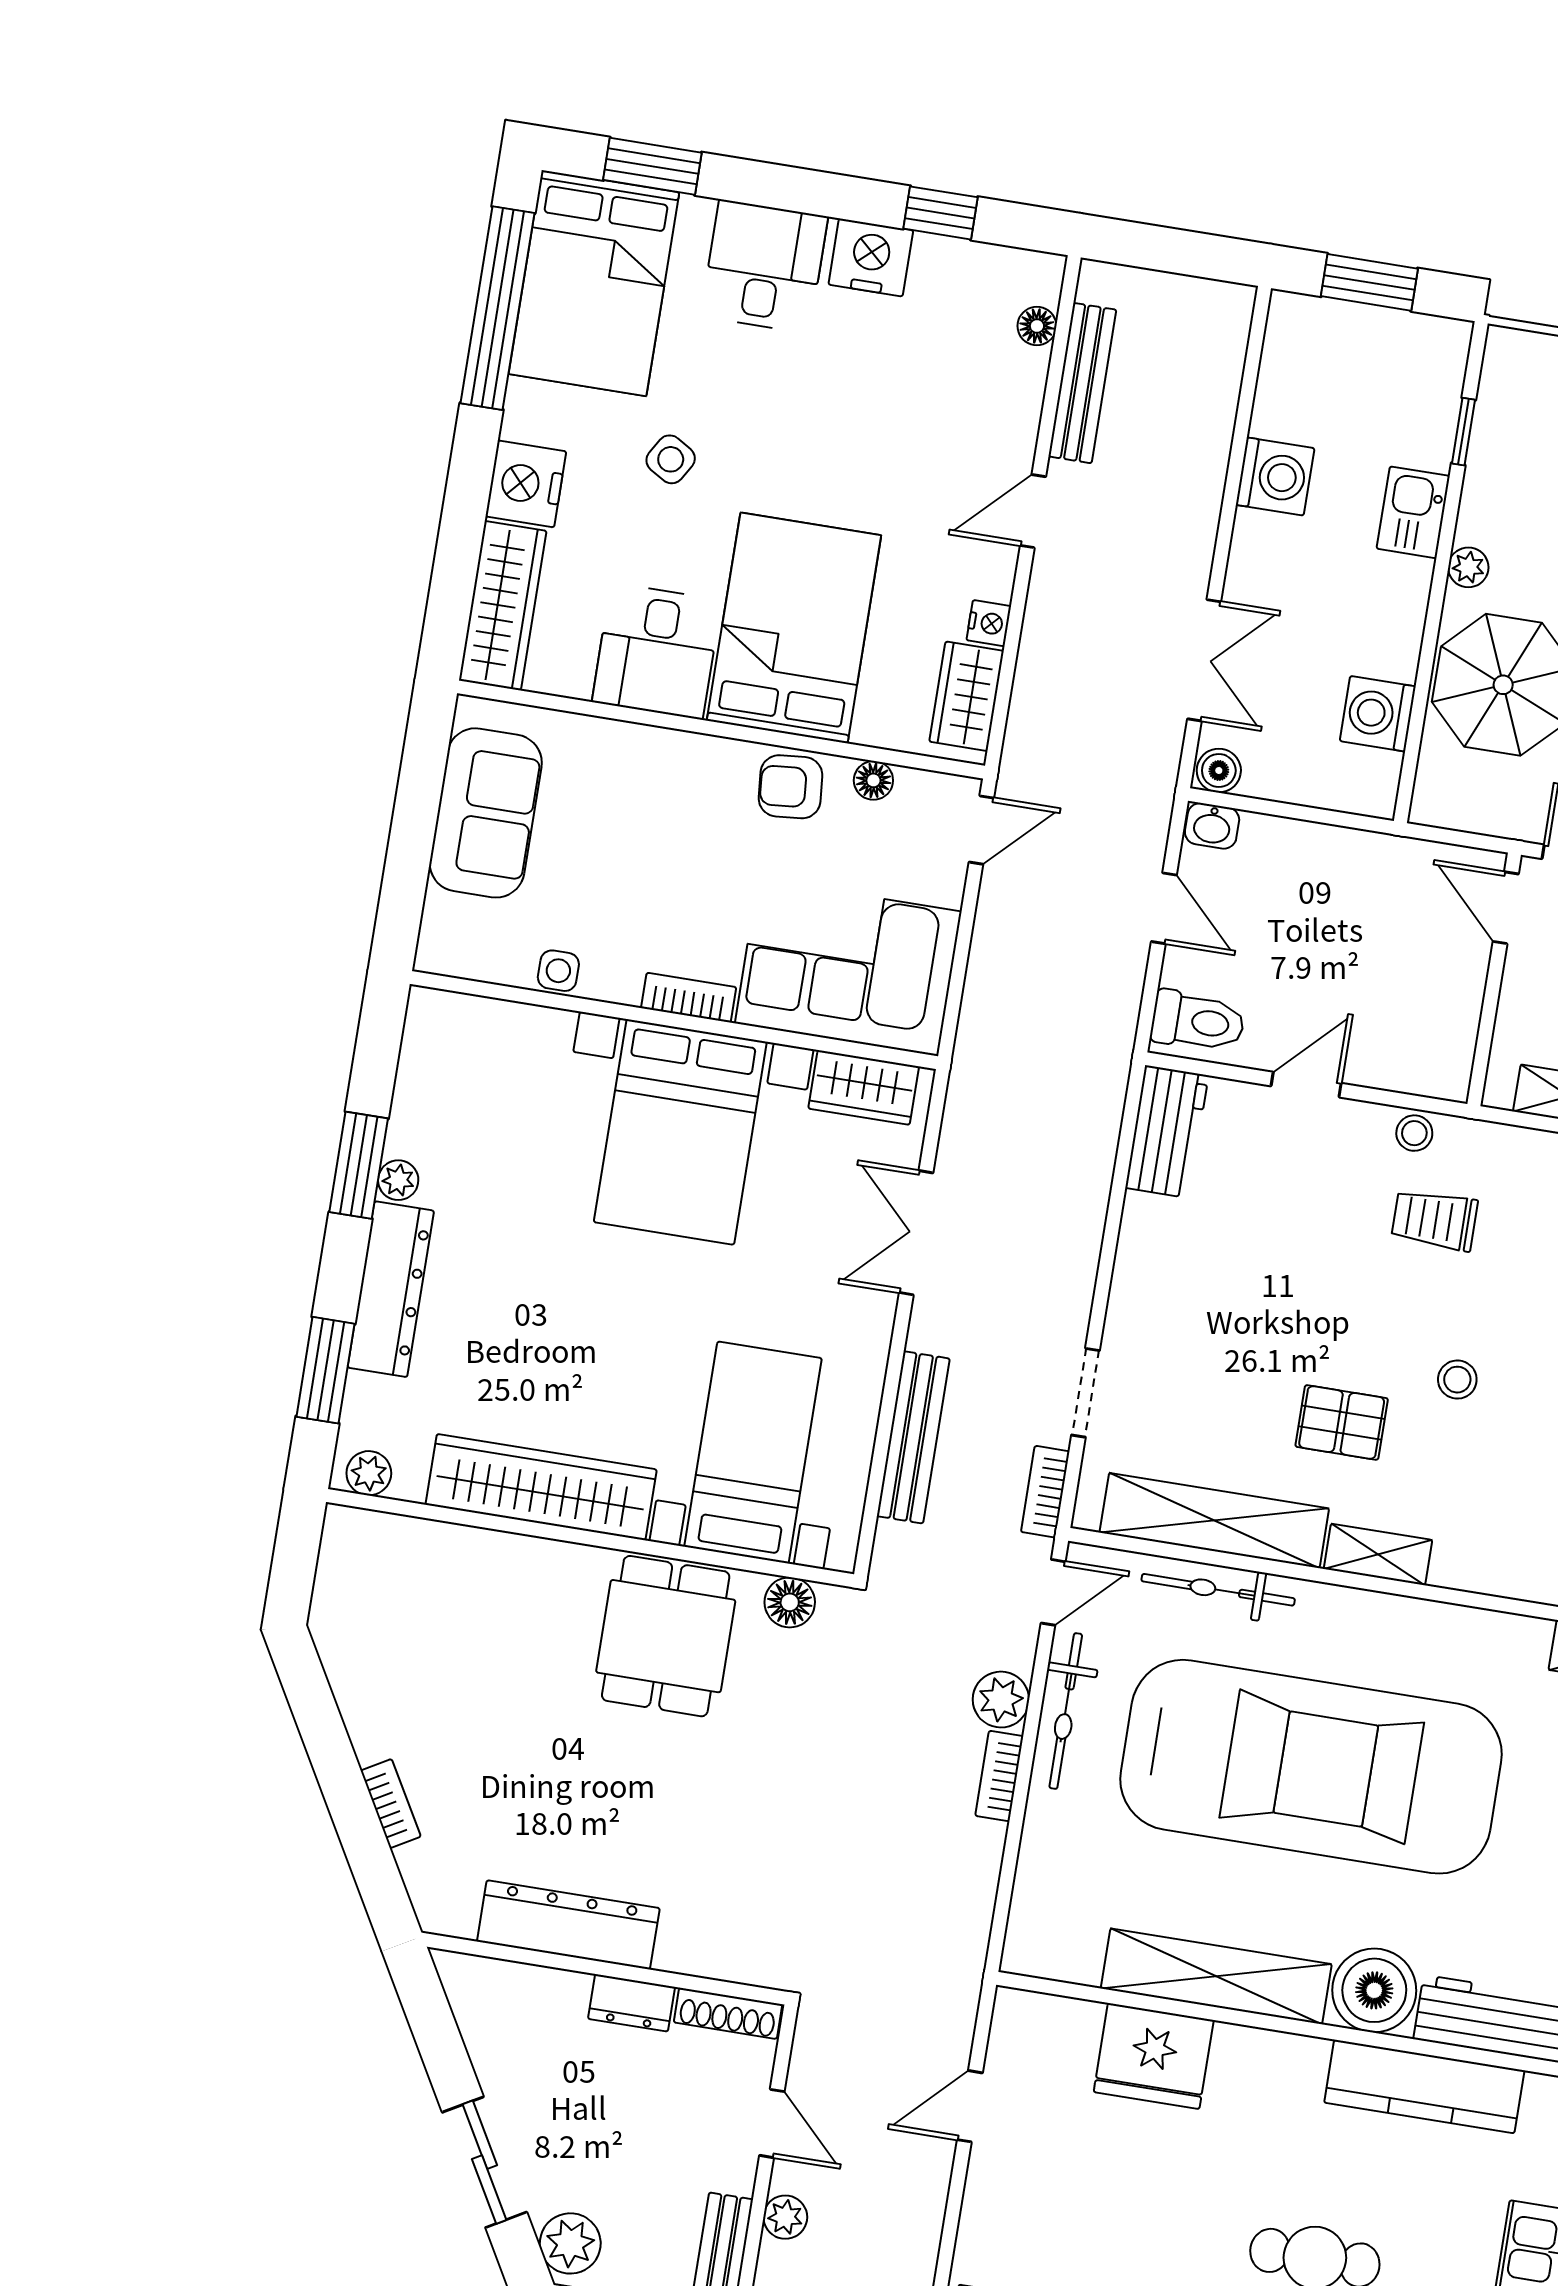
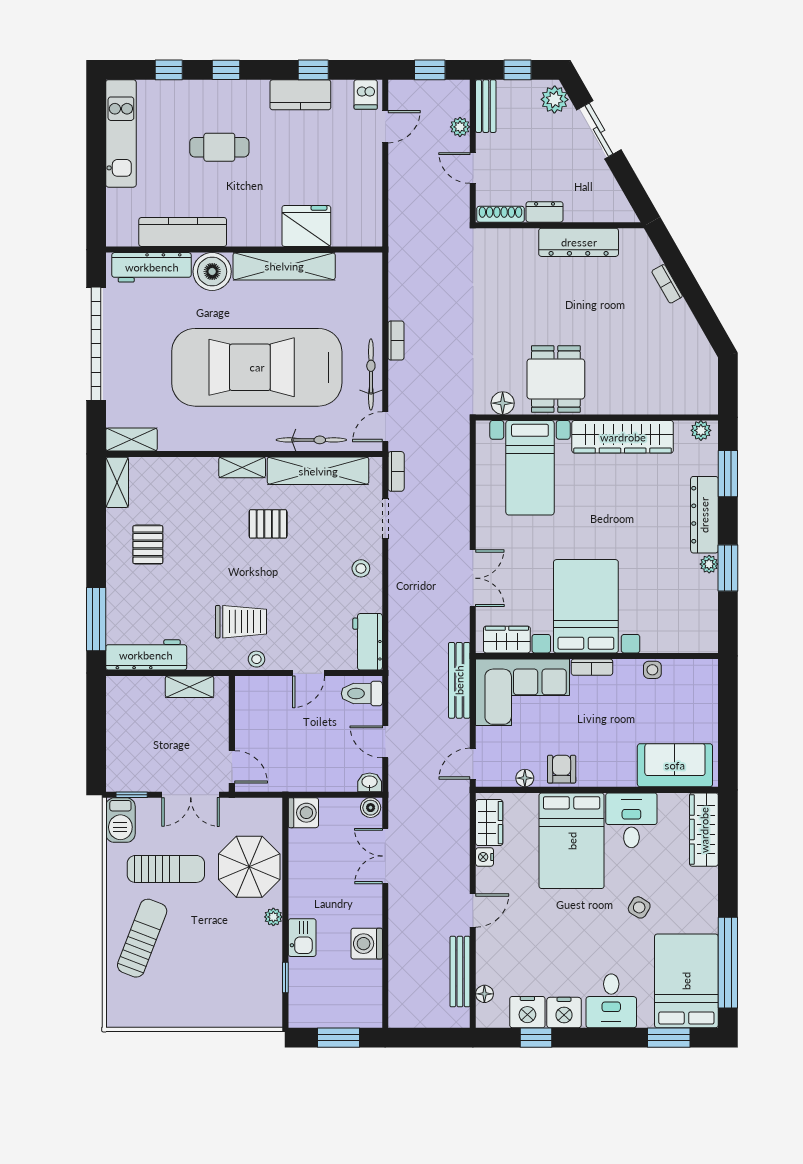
nightstand: (526, 484) -> (527, 1012), moved, turned 90
washing machine: (1378, 714) -> (303, 813), moved
armchair: (790, 787) -> (562, 769), turned -85
sofa: (486, 813) -> (675, 765), moved, turned 90
trolley: (1435, 1220) -> (241, 622), width x1.36, depth x1.39
stool: (1457, 1380) -> (361, 568), moved
bench: (913, 1437) -> (459, 680), moved
plant: (1001, 1700) -> (401, 375), removed
door: (970, 2106) -> (385, 127), moved

